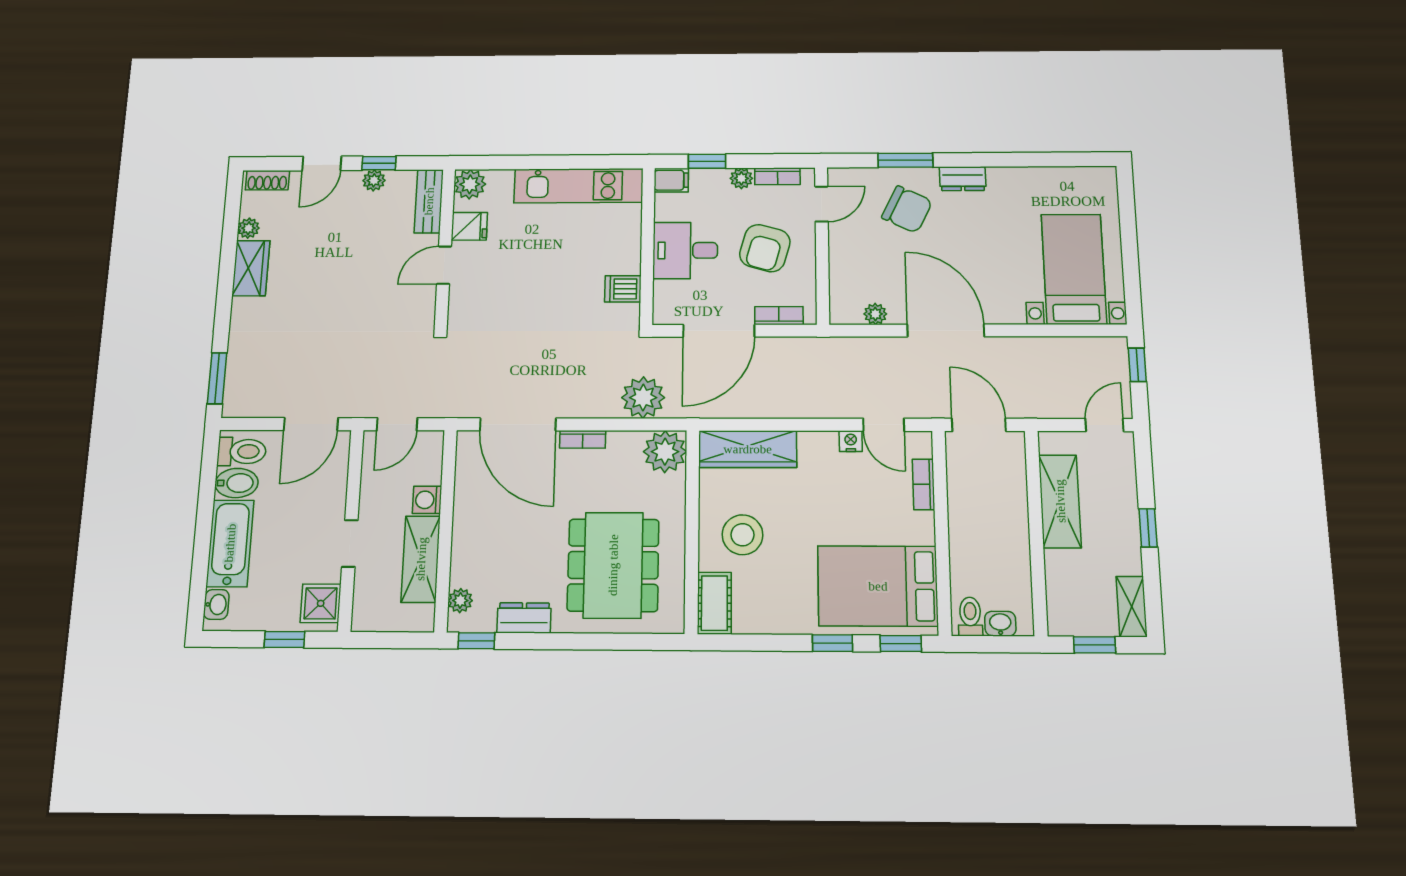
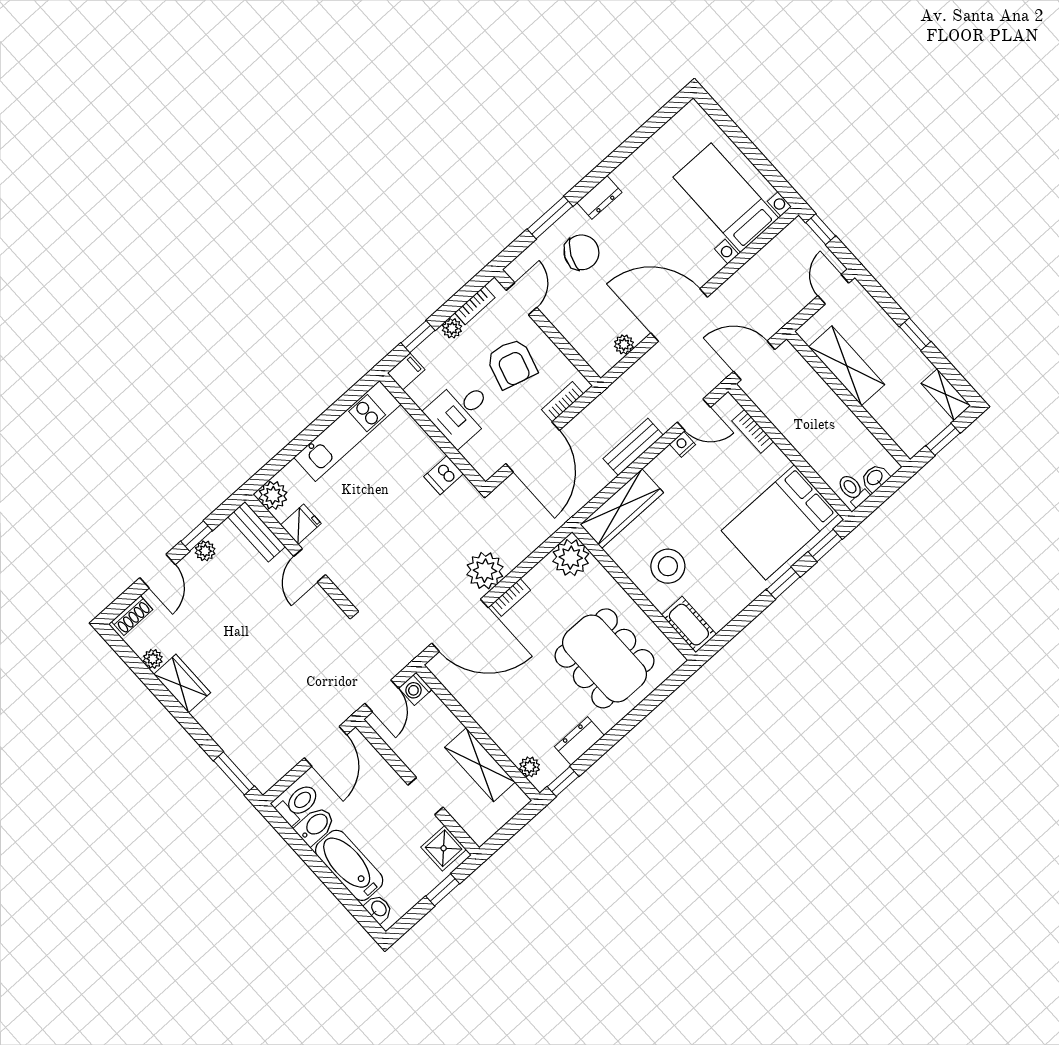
plant: (643, 398) -> (485, 571), moved
bench: (805, 406) -> (633, 447), added
washing machine: (427, 500) -> (415, 689), moved

